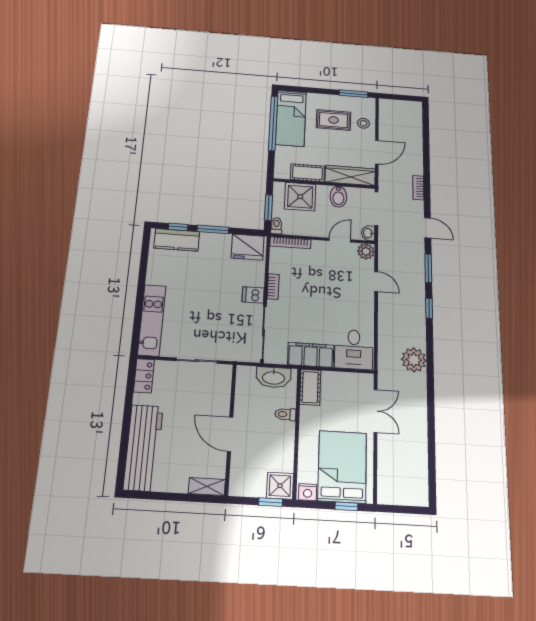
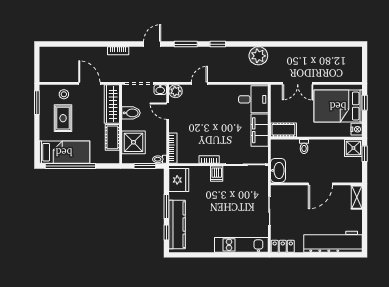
kitchen counter: (177, 240) -> (177, 225), width x1.50
washbasin: (274, 377) -> (278, 170), moved
double door: (375, 411) -> (298, 83), swing flipped

